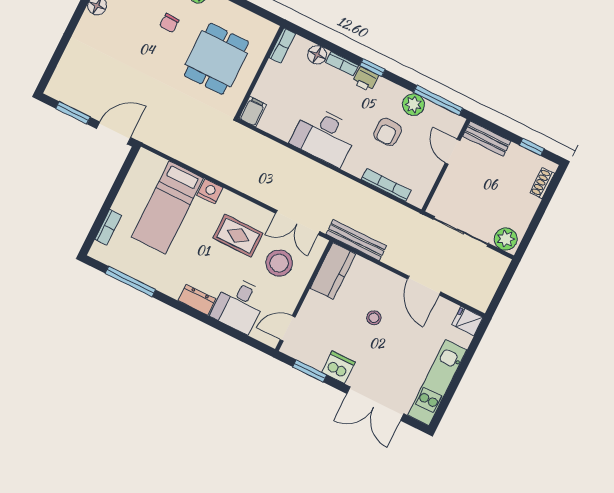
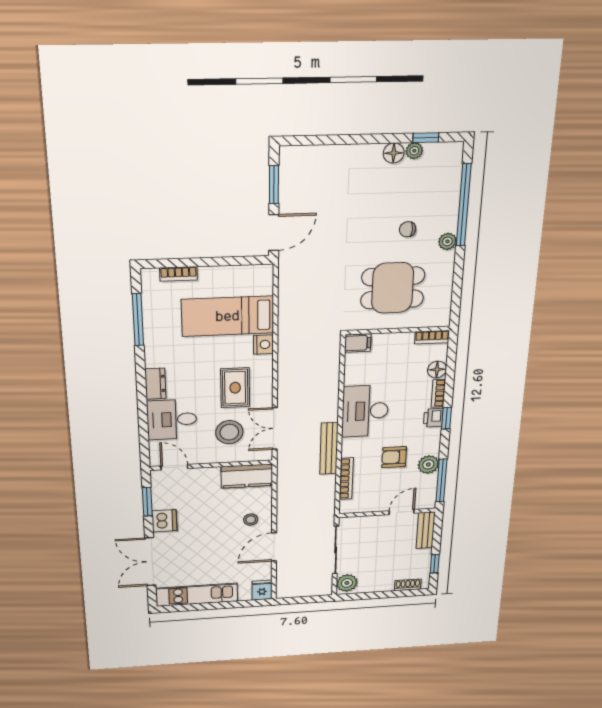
door: (114, 133) -> (274, 233), hinge flipped
bench: (356, 240) -> (329, 448), moved
stool: (374, 318) -> (251, 520), moved

